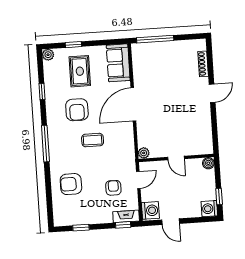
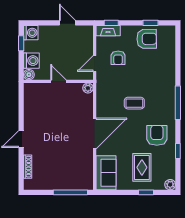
armchair: (77, 110) -> (157, 135), moved
armchair: (71, 184) -> (147, 39), moved
washing machine: (150, 210) -> (31, 61), moved, turned 180

